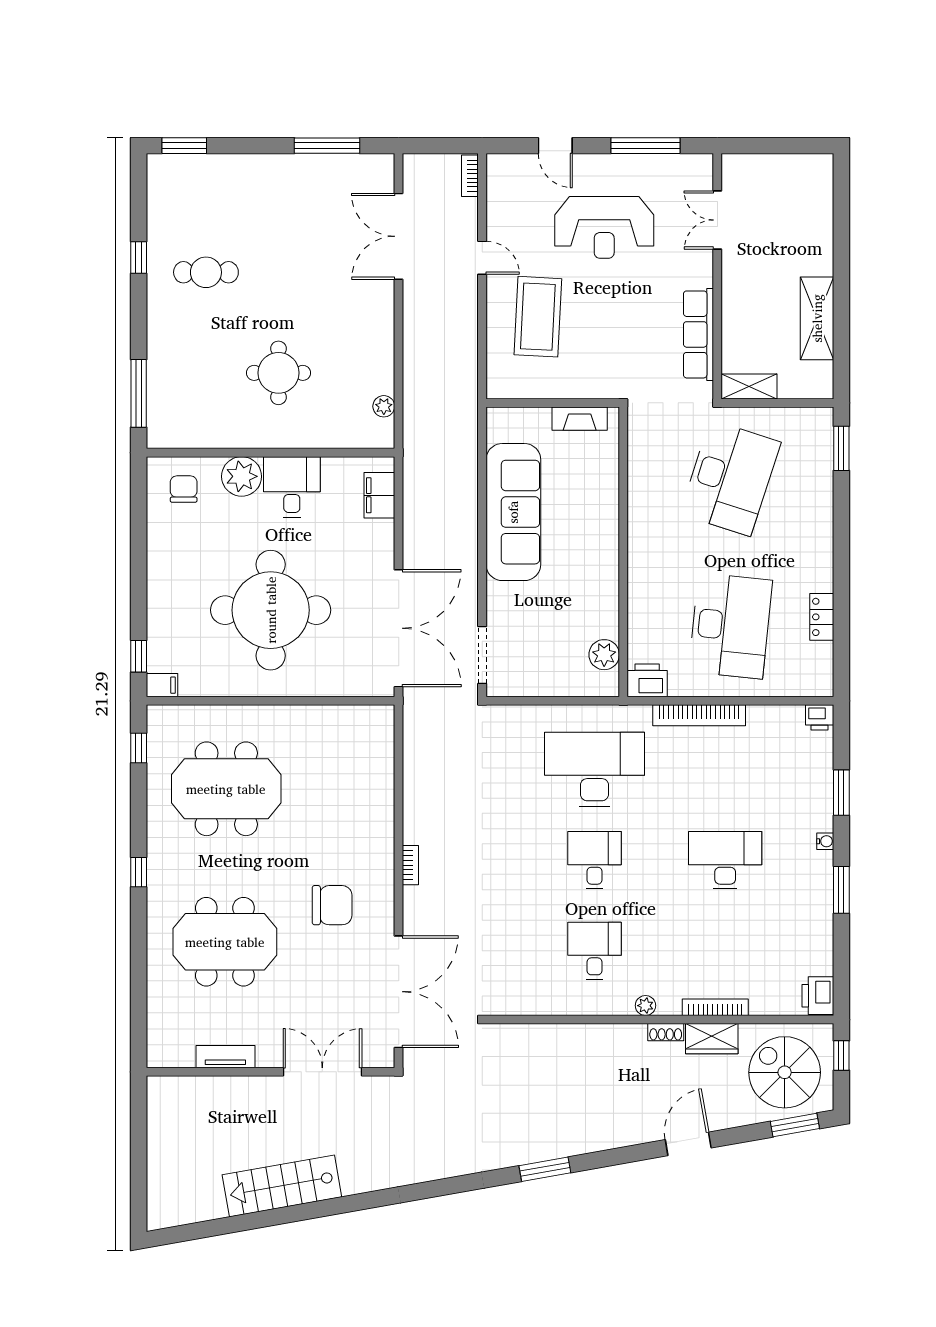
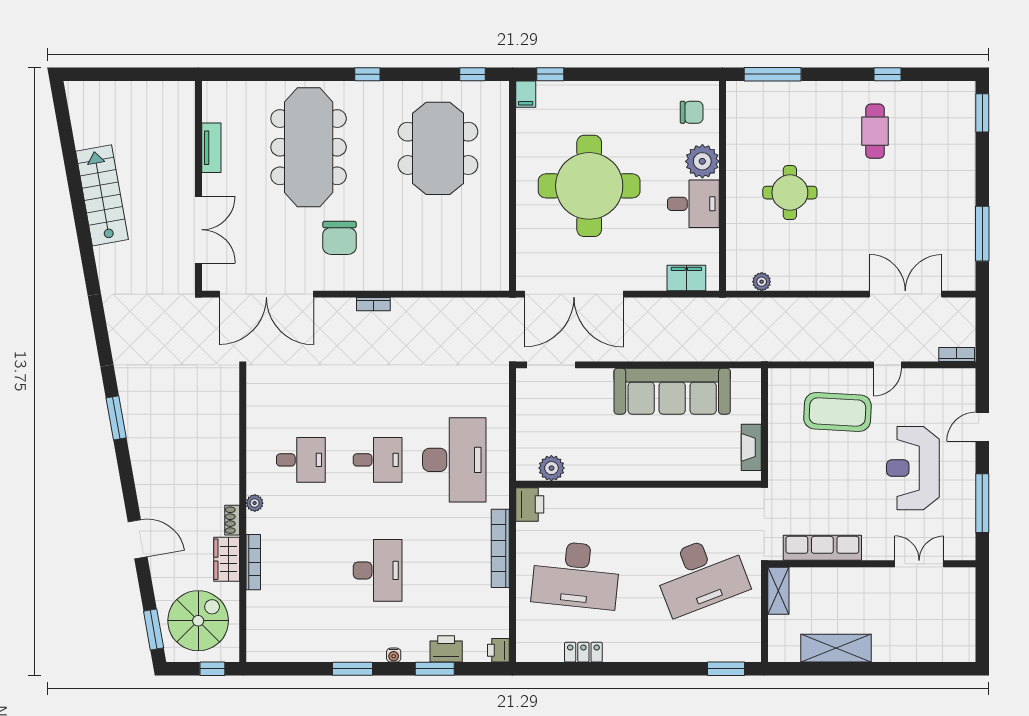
desk: (730, 478) -> (701, 575), turned -39
meeting table: (225, 942) -> (309, 147), width x1.36
printer: (818, 996) -> (446, 649), moved

